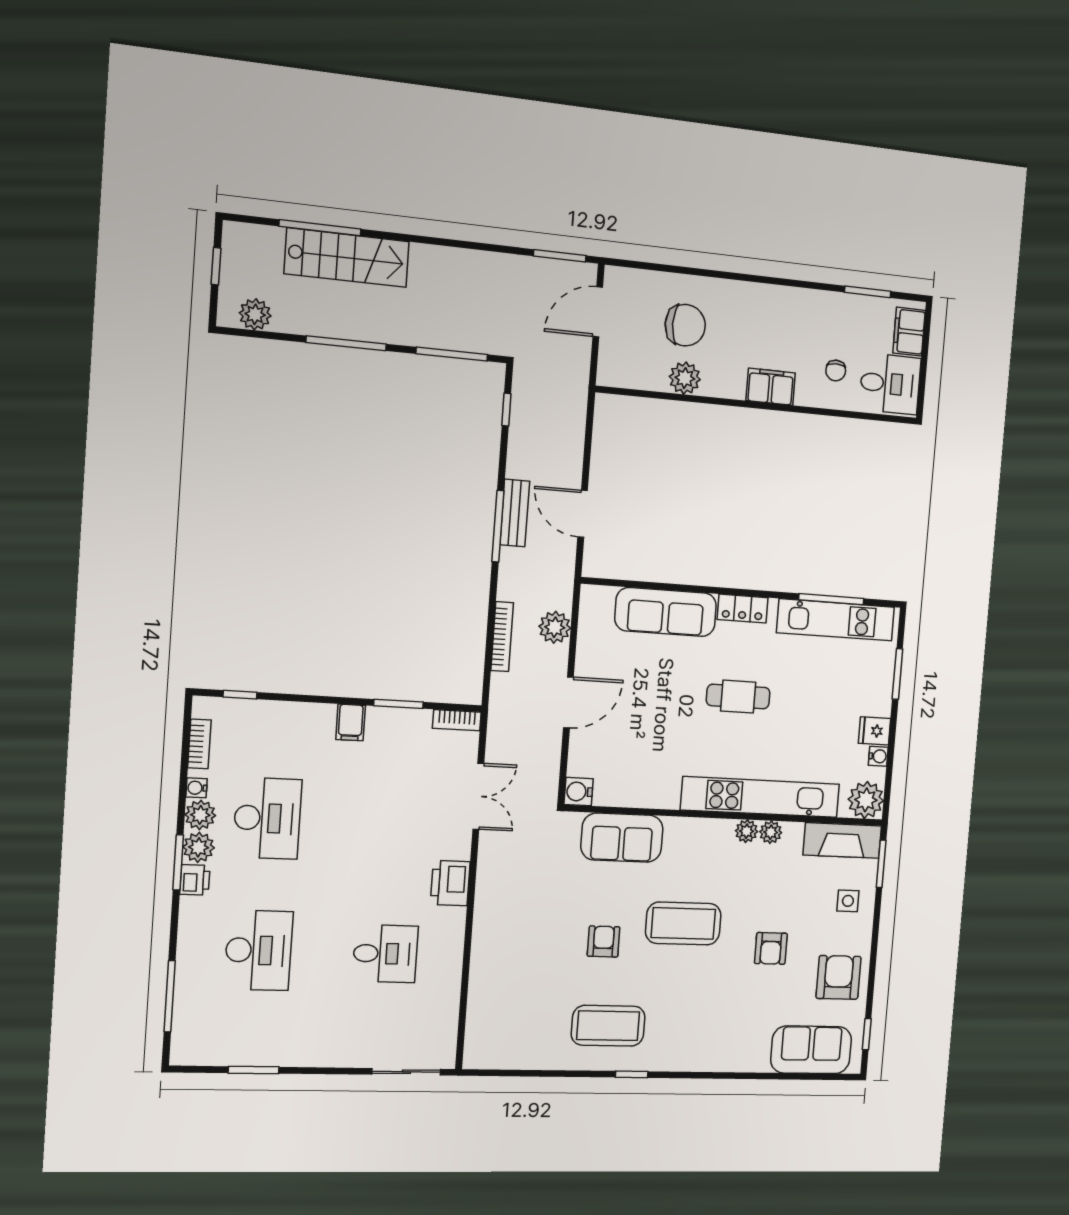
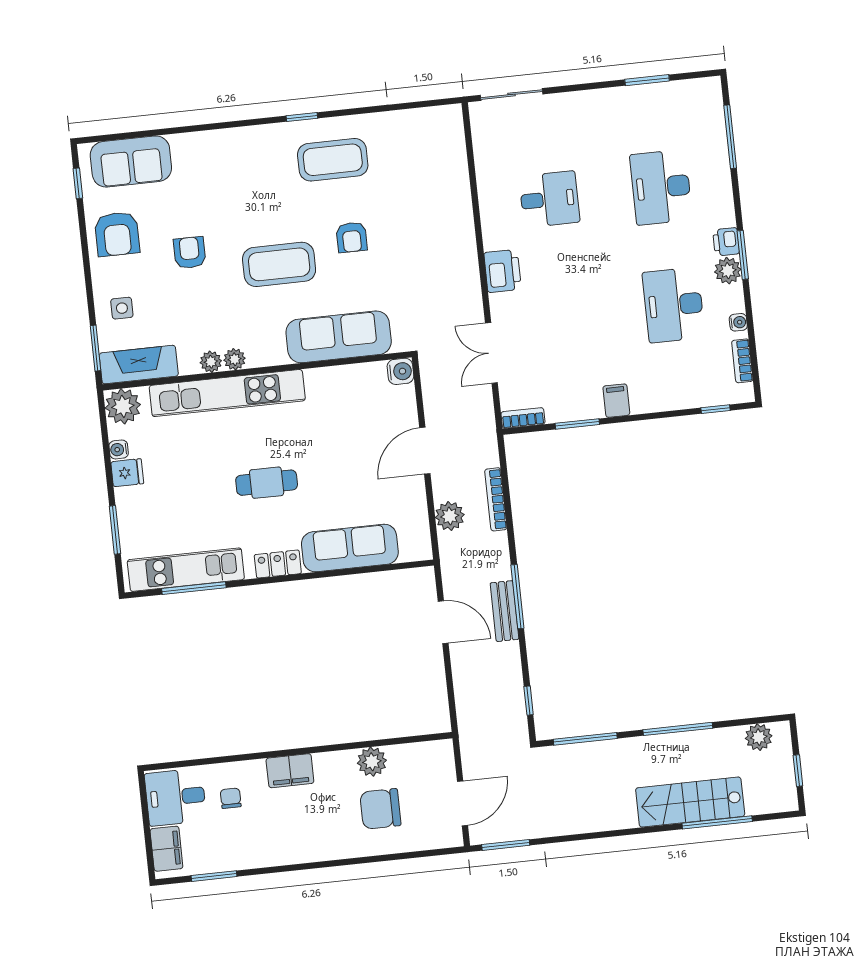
plant: (200, 815) -> (731, 299), removed
sofa: (622, 838) -> (339, 337), width x1.36
desk: (385, 954) -> (549, 199), turned 180

